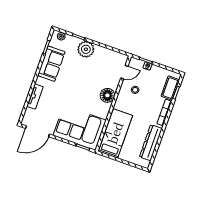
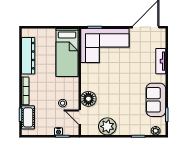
plant: (86, 49) -> (107, 126), moved
door: (124, 72) -> (80, 117), hinge flipped
floor lamp: (107, 95) -> (88, 99), moved

